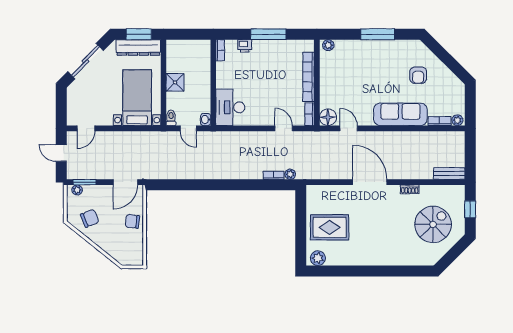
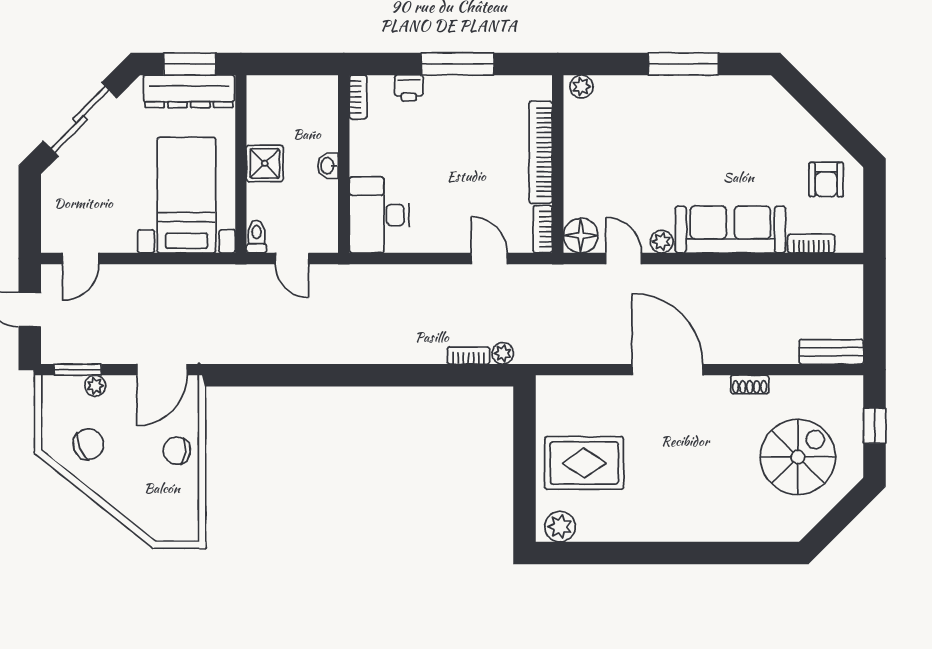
armchair: (418, 75) -> (826, 180), moved
washbasin: (206, 120) -> (328, 166), moved
plant: (457, 120) -> (662, 242), moved
plant: (77, 190) -> (95, 386), moved

